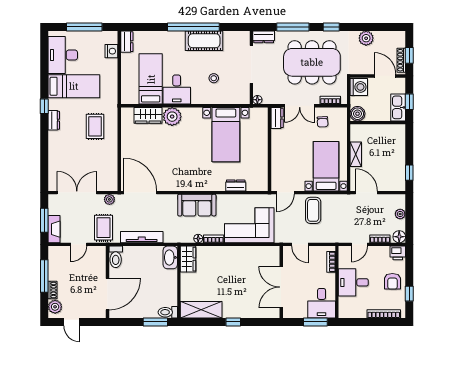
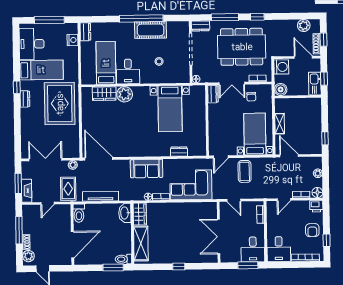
plant: (366, 38) -> (304, 25), moved
rug: (95, 126) -> (60, 104), width x1.86, depth x2.06
desk: (353, 282) -> (279, 249), moved, turned -90
shelving: (201, 310) -> (141, 243), moved, turned 90

